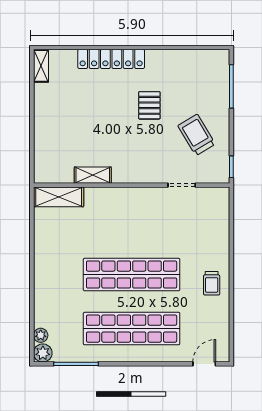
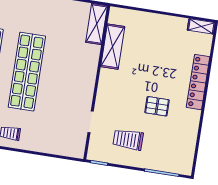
trolley: (197, 135) -> (128, 140), turned -149
shelving: (93, 175) -> (113, 47), width x1.50, depth x1.33

